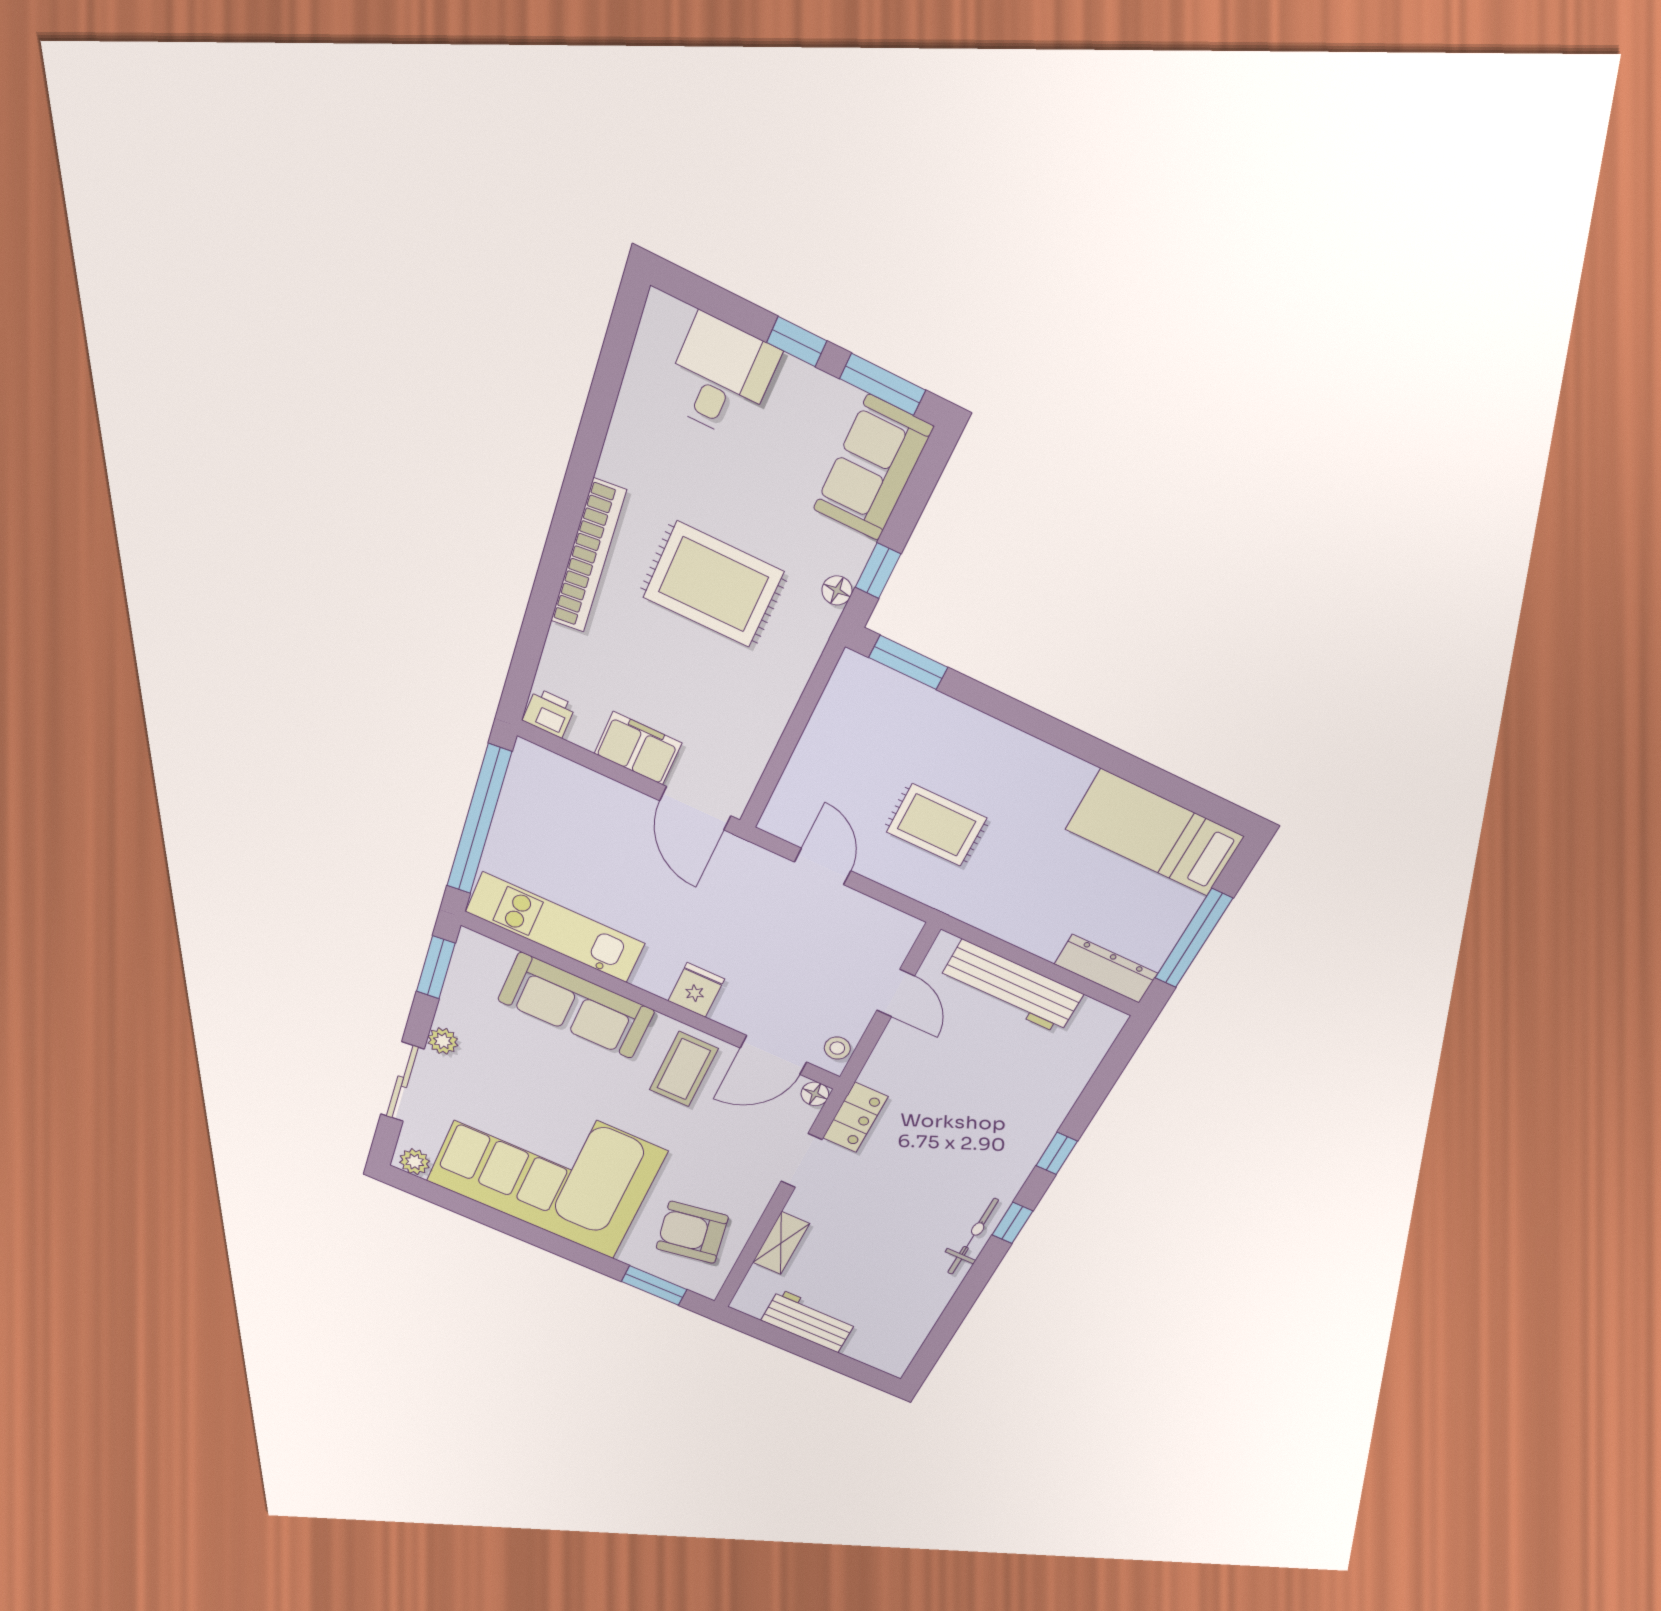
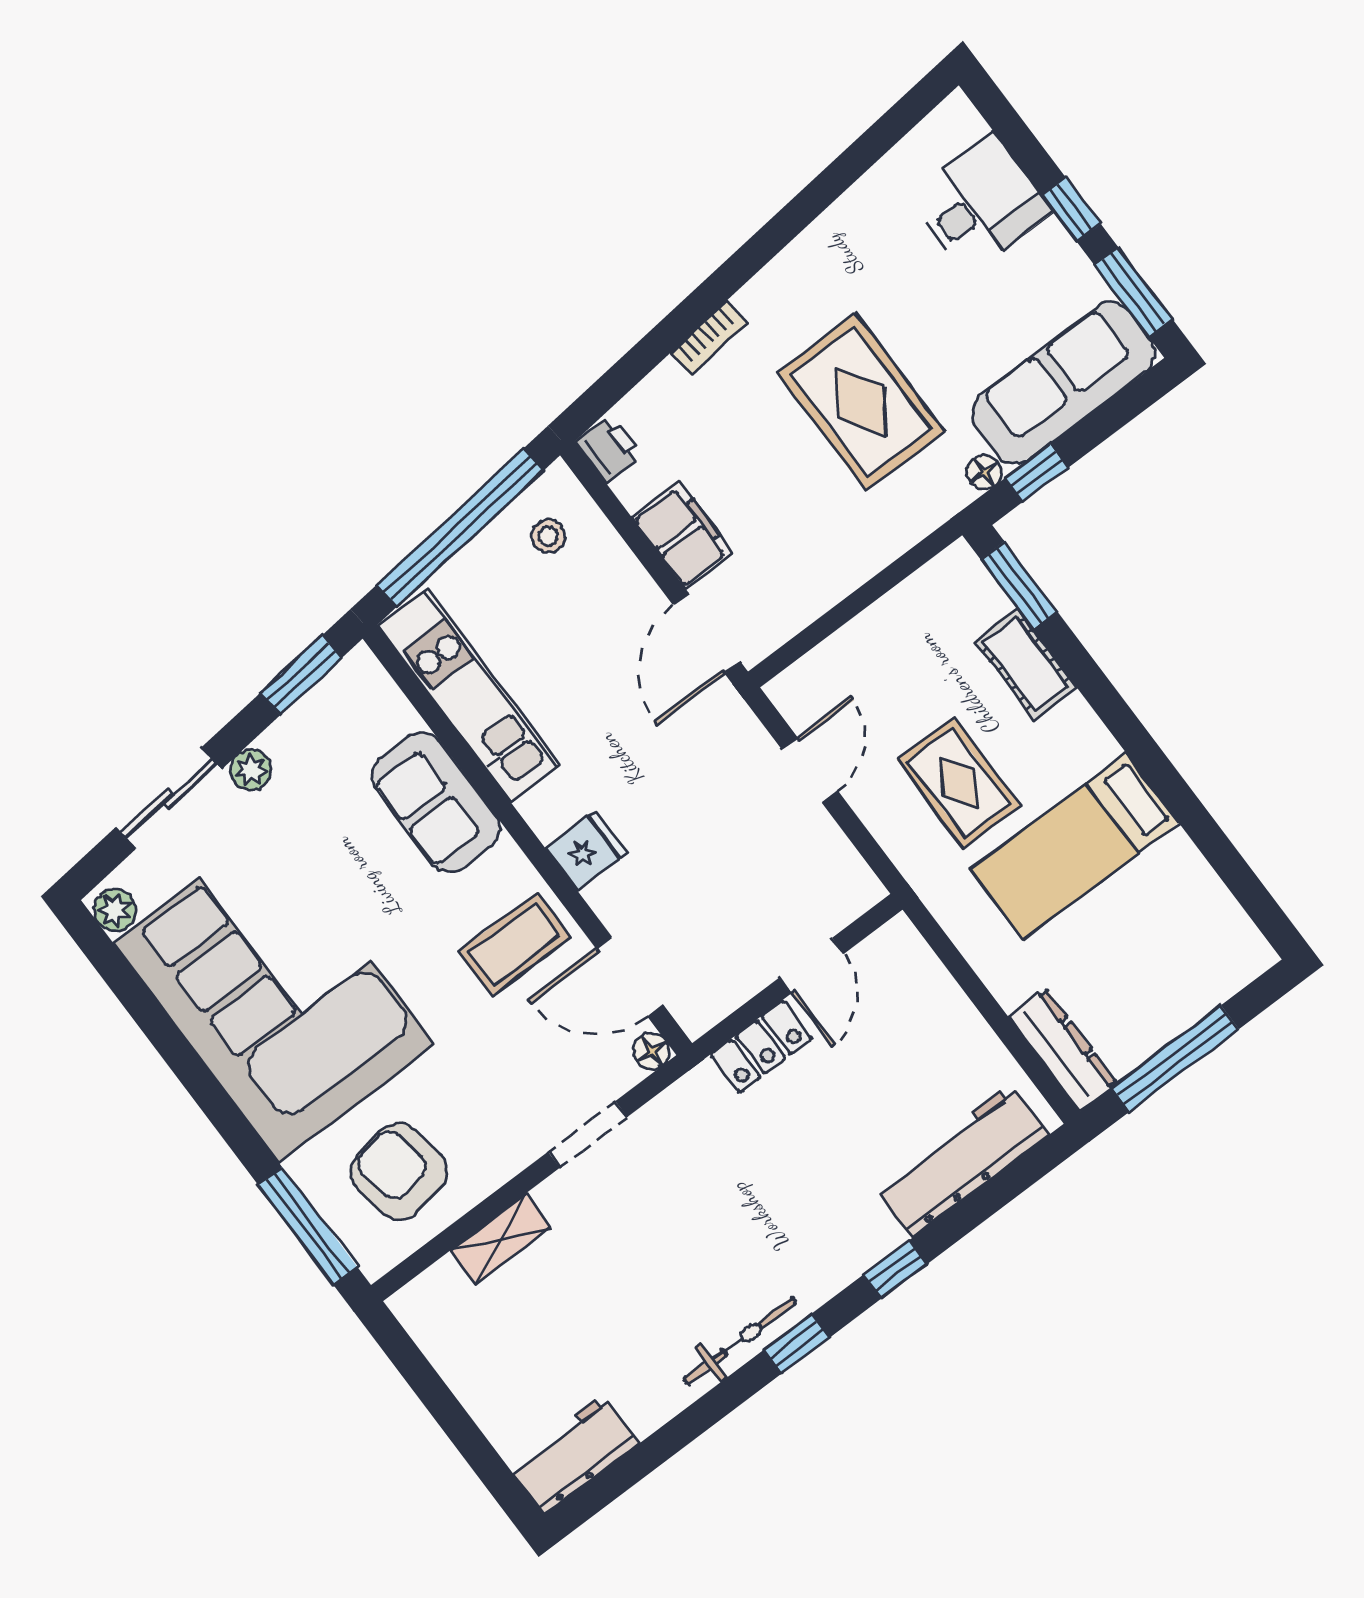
sofa: (873, 468) -> (1063, 383), width x1.36
bookcase: (588, 556) -> (708, 338), width x0.43, depth x0.76
cot: (944, 718) -> (1026, 664), added
bed: (1155, 833) -> (1075, 846), moved, turned -90
workbench: (1011, 987) -> (961, 1160), moved, turned 90
sofa: (576, 1006) -> (436, 802), width x0.73
stool: (837, 1048) -> (548, 536), moved
locker: (855, 1117) -> (761, 1047), moved
window: (654, 1286) -> (308, 1226), width x1.44
workbench: (809, 1321) -> (573, 1455), moved, turned -90

